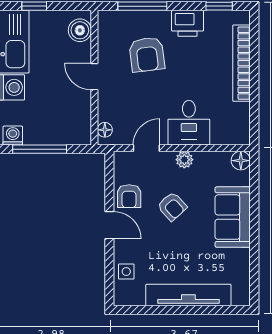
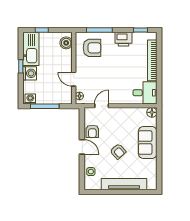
armchair: (147, 54) -> (92, 48), moved, turned -83
door: (94, 77) -> (74, 79), moved
desk: (189, 123) -> (145, 93), moved, turned -90
plant: (184, 160) -> (122, 112), removed
armchair: (172, 206) -> (118, 151), moved

